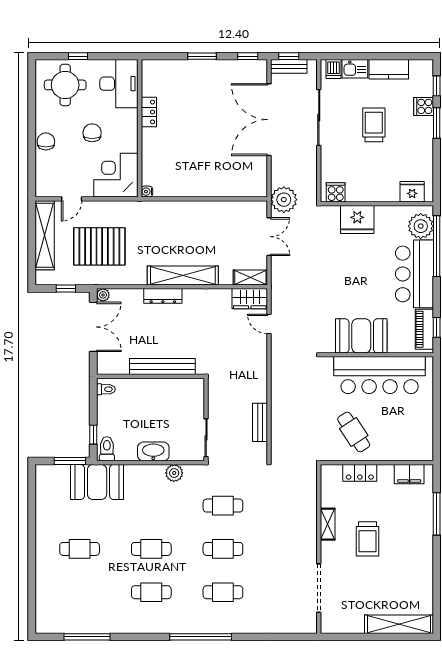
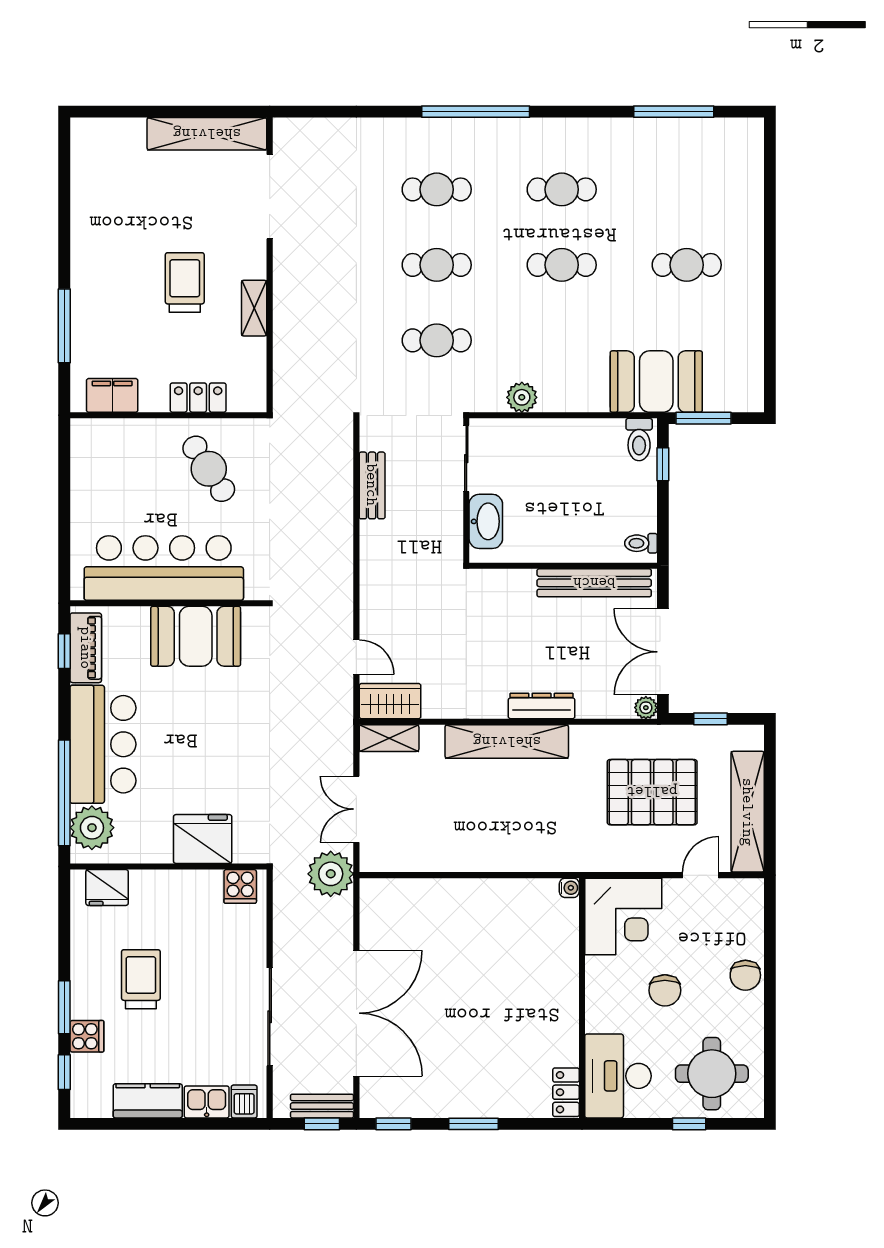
locker: (149, 112) -> (566, 1092), moved
trolley: (374, 125) -> (141, 979), moved, turned 180
bench: (162, 367) -> (594, 583), moved
washbasin: (153, 451) -> (486, 521), moved, turned -90
shelving: (399, 624) -> (207, 134), moved

